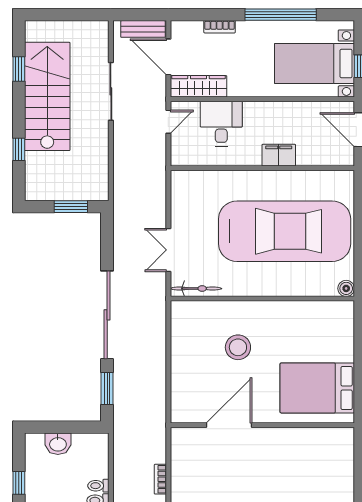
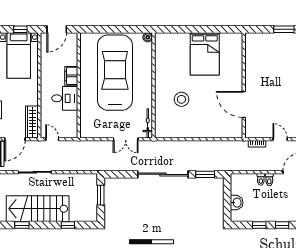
desk: (221, 124) -> (65, 98), moved, turned 180
door: (229, 425) -> (244, 104), moved
wall: (262, 425) -> (244, 85), moved

